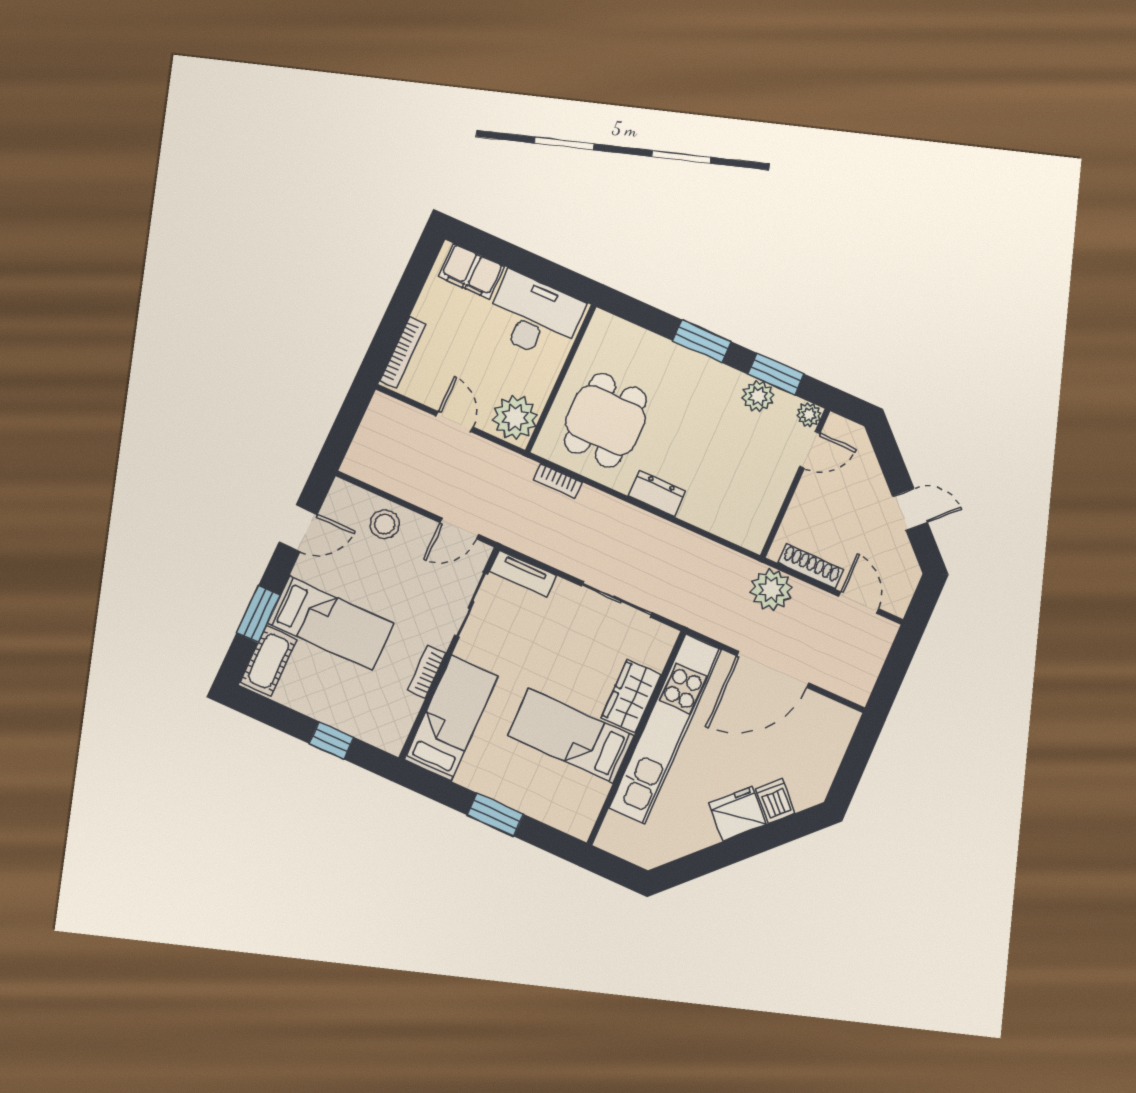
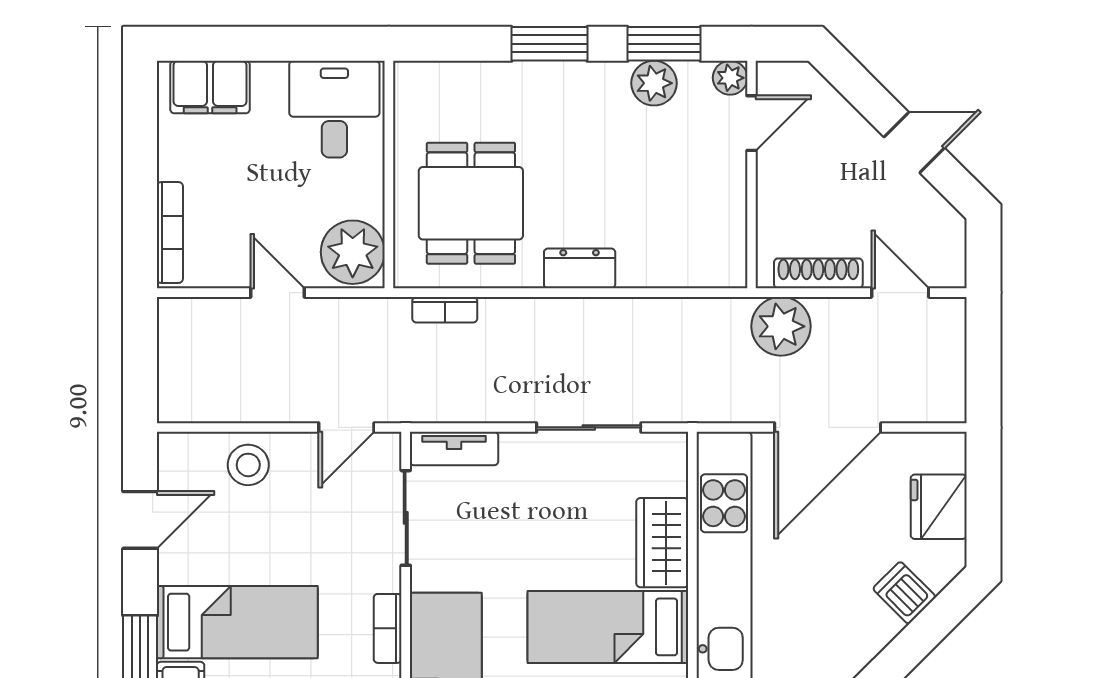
desk: (534, 316) -> (334, 109), width x0.73
fridge: (738, 814) -> (939, 507), moved, turned -45

